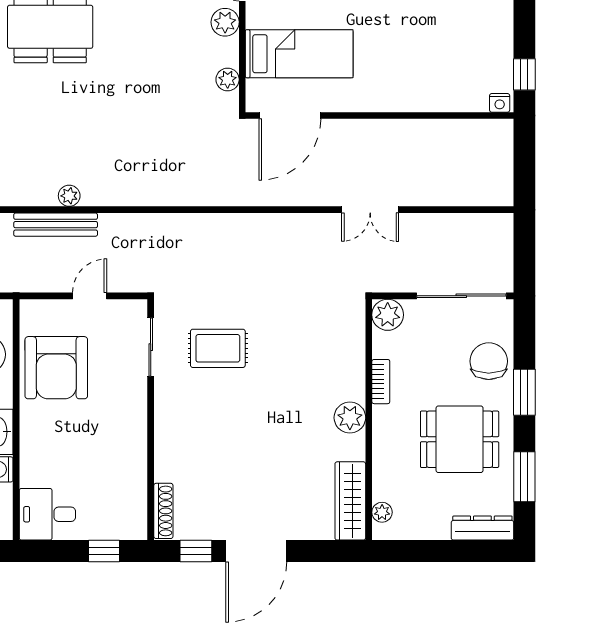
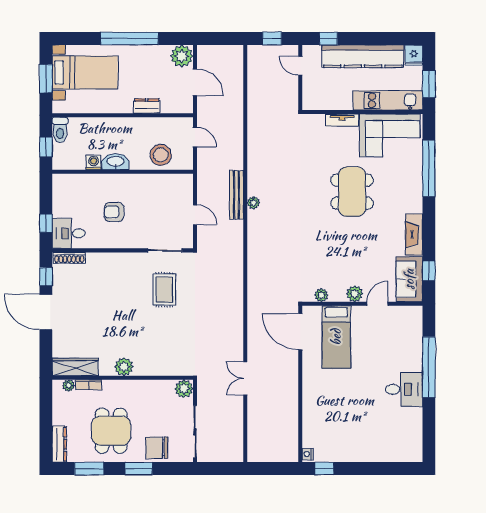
chair: (489, 361) -> (157, 448), turned 180
armchair: (56, 368) -> (114, 212), moved, width x0.53, depth x0.53
bookcase: (381, 382) -> (89, 385), moved
desk: (47, 514) -> (69, 233), moved, turned -90

